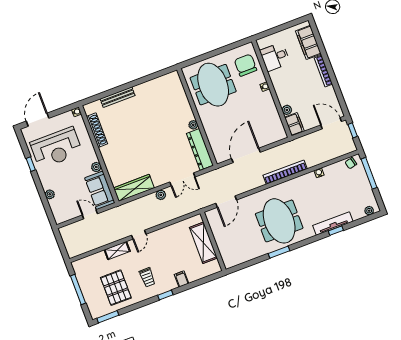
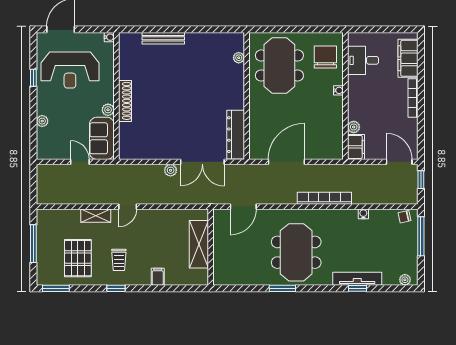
plant: (193, 125) -> (239, 58), moved
shoe rack: (97, 130) -> (125, 101), moved
double door: (182, 179) -> (202, 162), width x1.37
wardrobe: (134, 188) -> (142, 150), removed
window: (165, 295) -> (116, 288), moved

